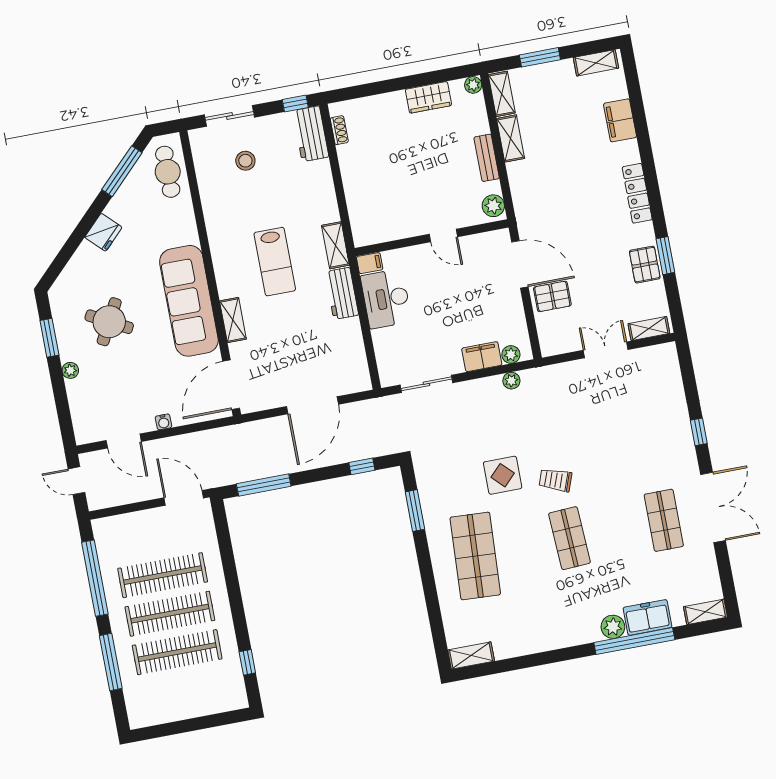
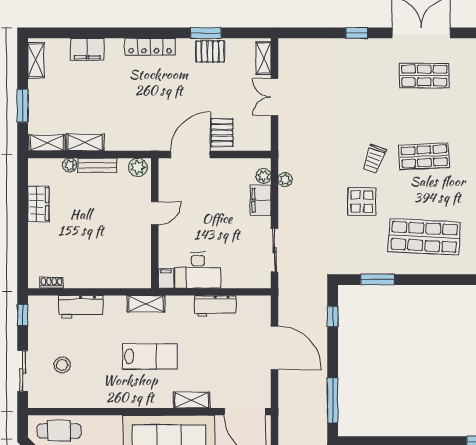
plant: (473, 85) -> (70, 165), moved
workbench: (311, 134) -> (81, 307), moved
workbench: (342, 293) -> (216, 306), moved

